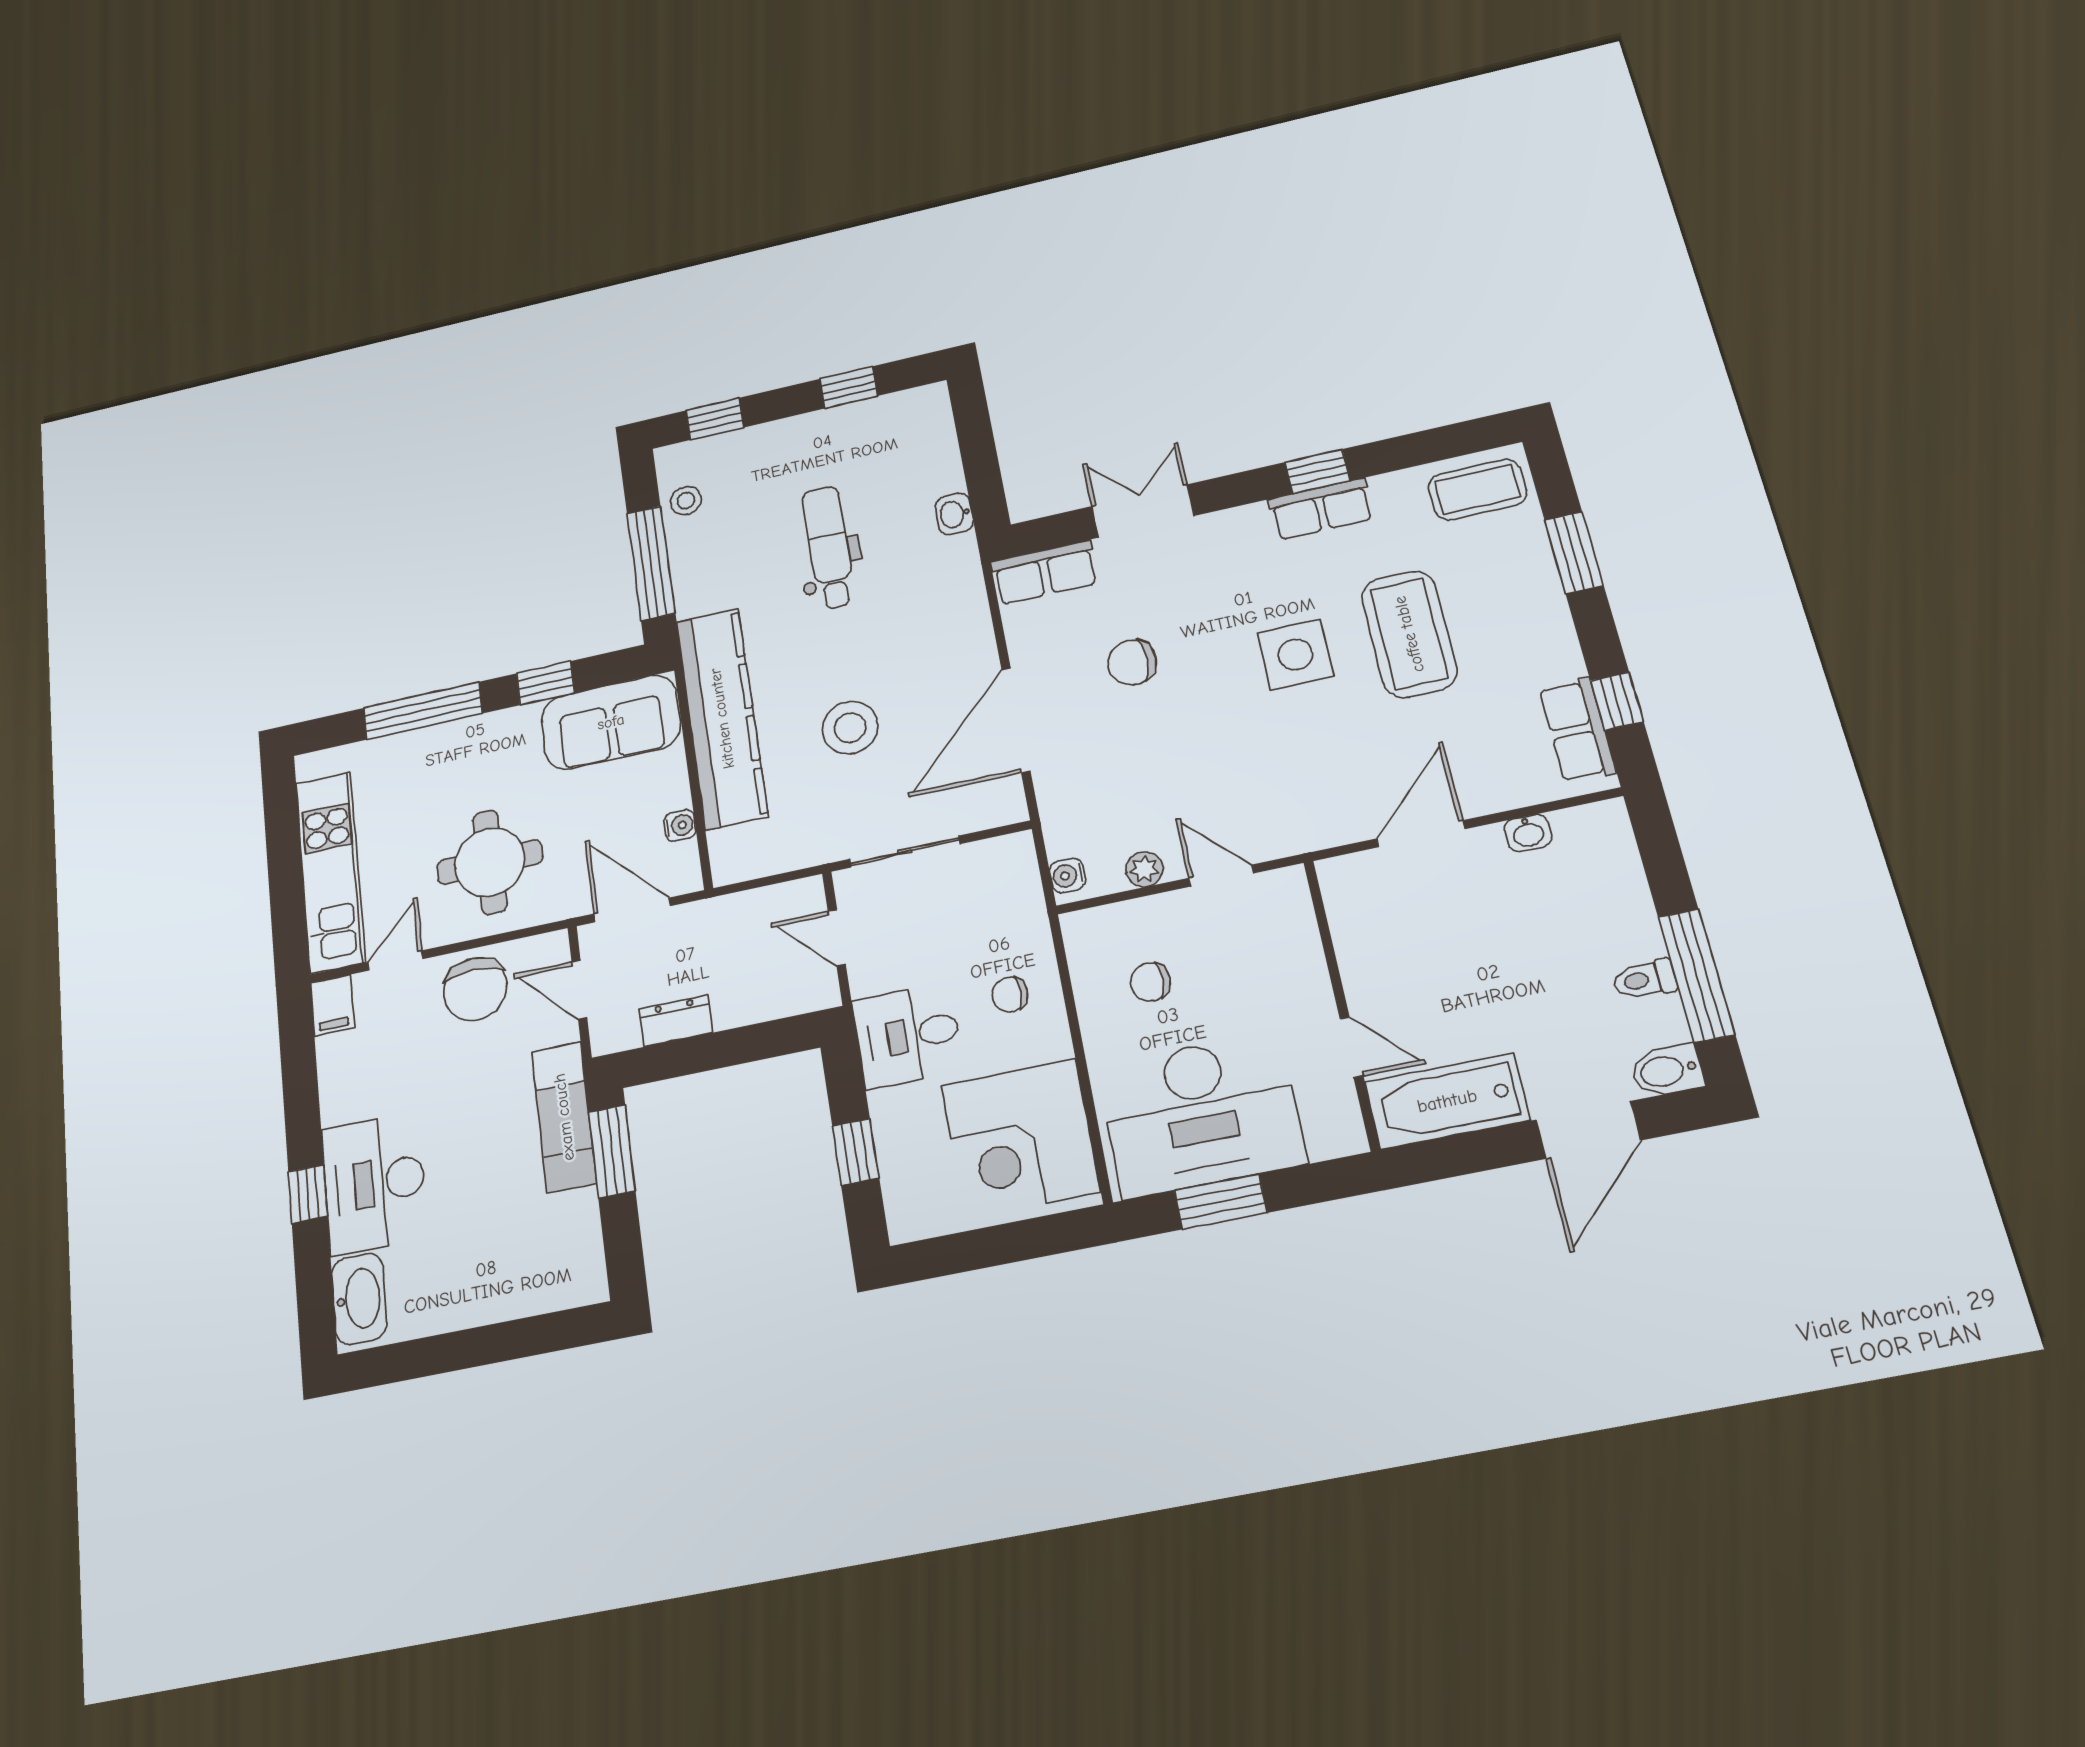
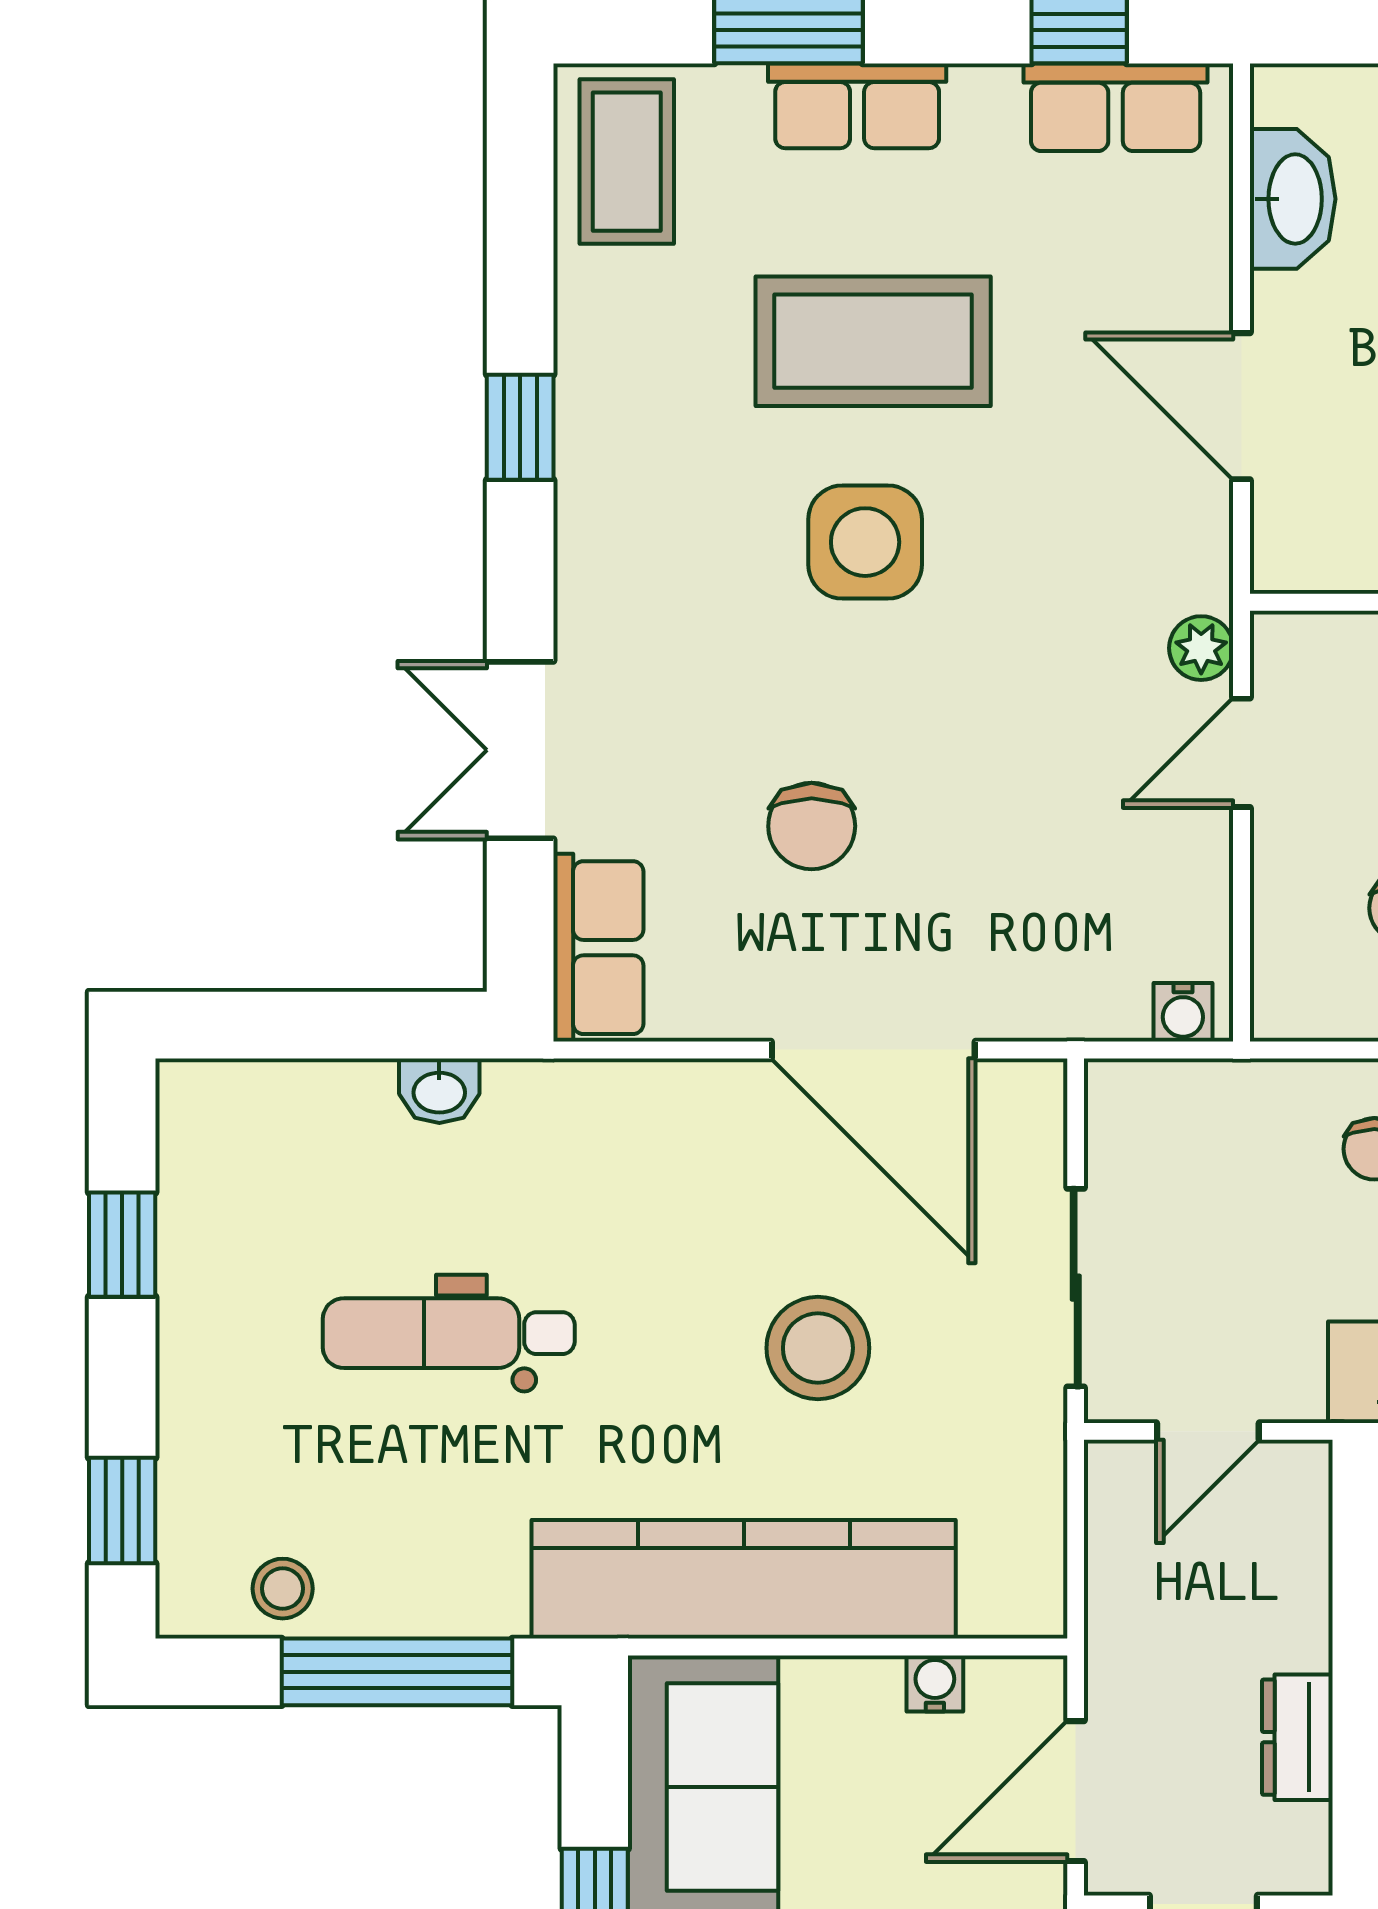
row of seats: (1321, 509) -> (857, 106), moved, turned 90
washbasin: (1528, 833) -> (1293, 199), width x1.91, depth x1.45
plant: (1144, 869) -> (1201, 648), moved

